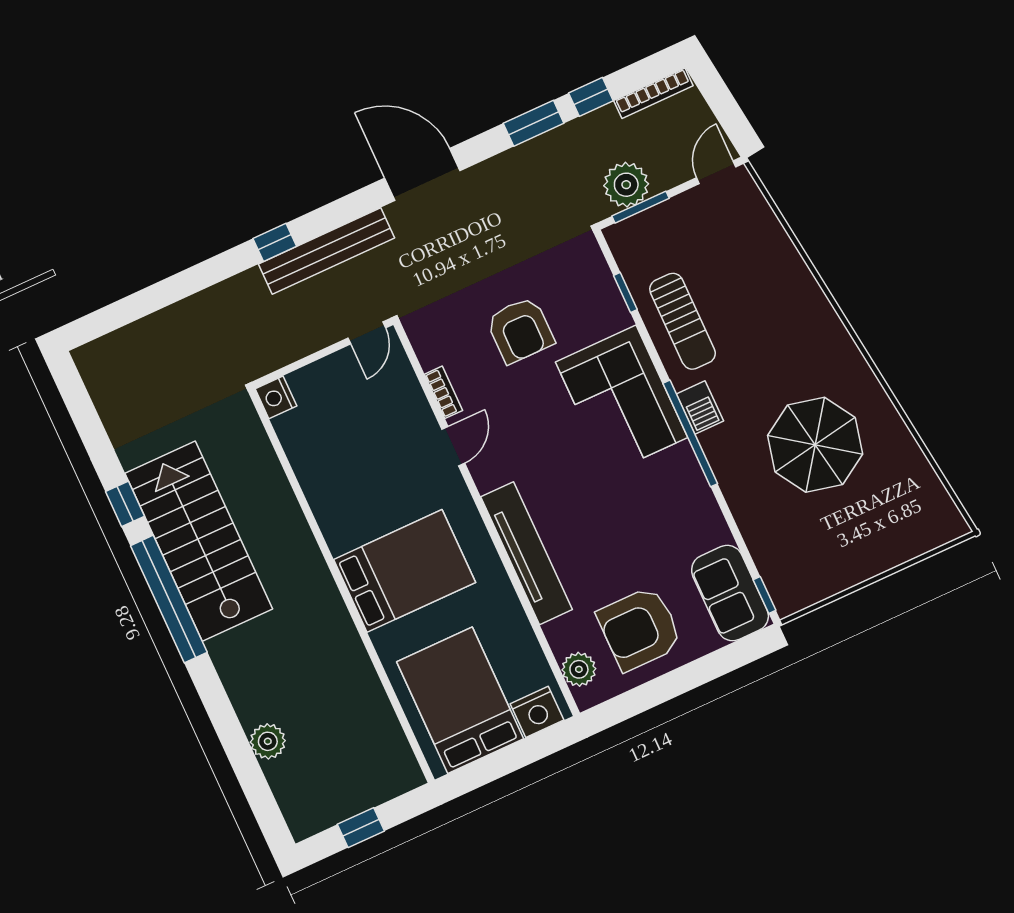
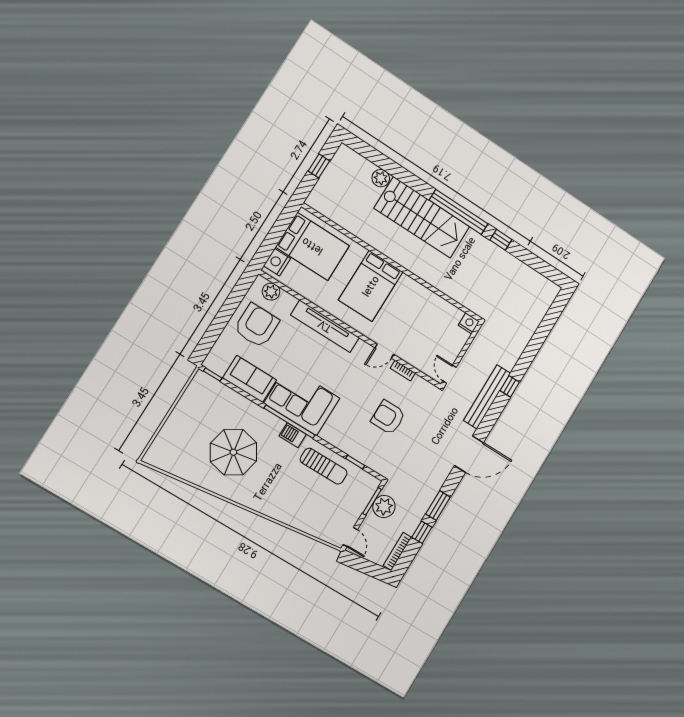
sun lounger: (683, 321) -> (324, 466), turned 180
corner sofa: (622, 400) -> (302, 401), moved
door: (453, 446) -> (384, 351), hinge flipped
stairs: (199, 541) -> (422, 217), moved
sofa: (730, 593) -> (250, 379), moved

